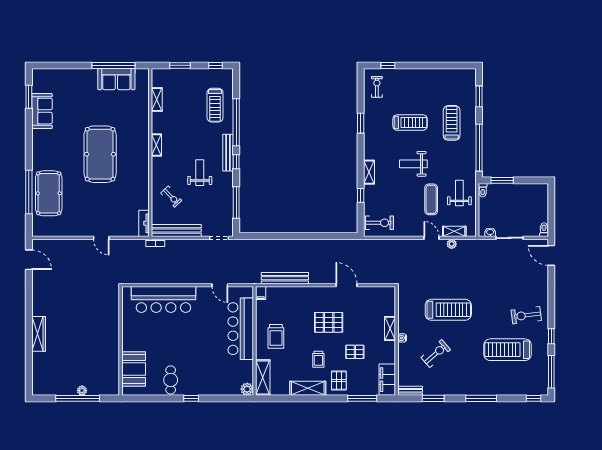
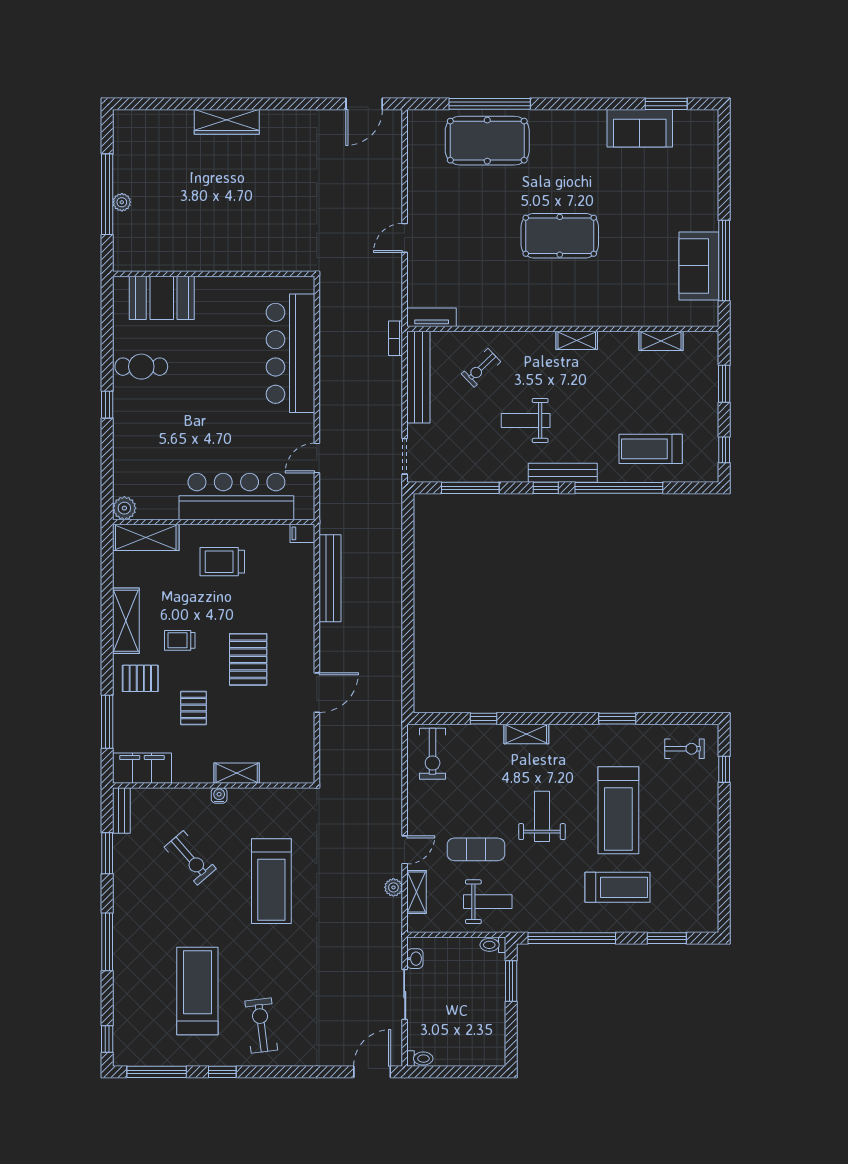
treadmill: (410, 123) -> (618, 810), width x1.37, depth x1.38
pool table: (100, 154) -> (560, 236), width x0.73, depth x0.76
weight bench: (200, 173) -> (526, 420), turned 180

